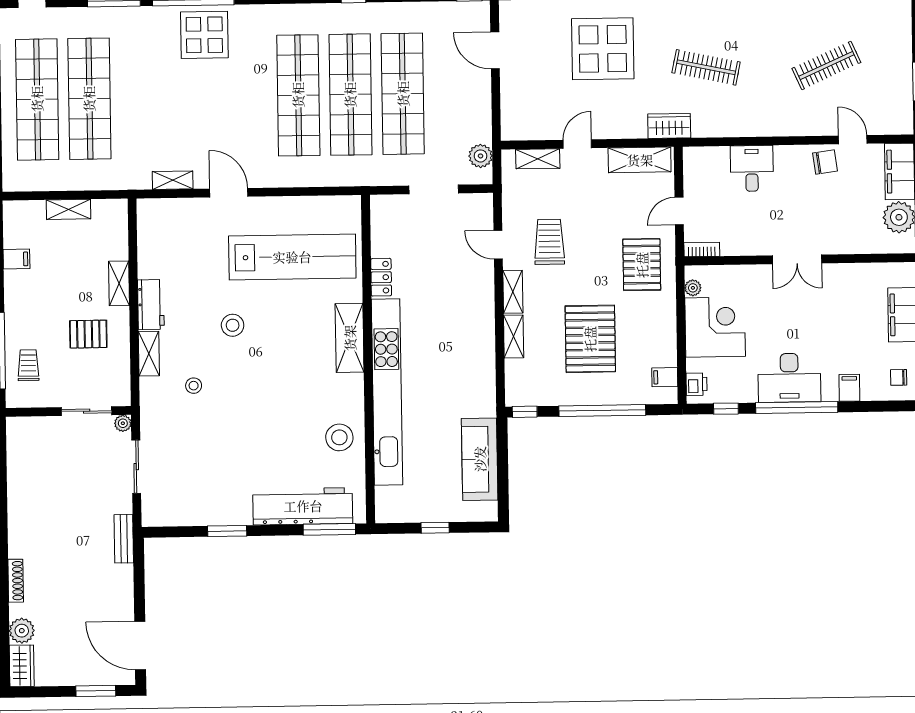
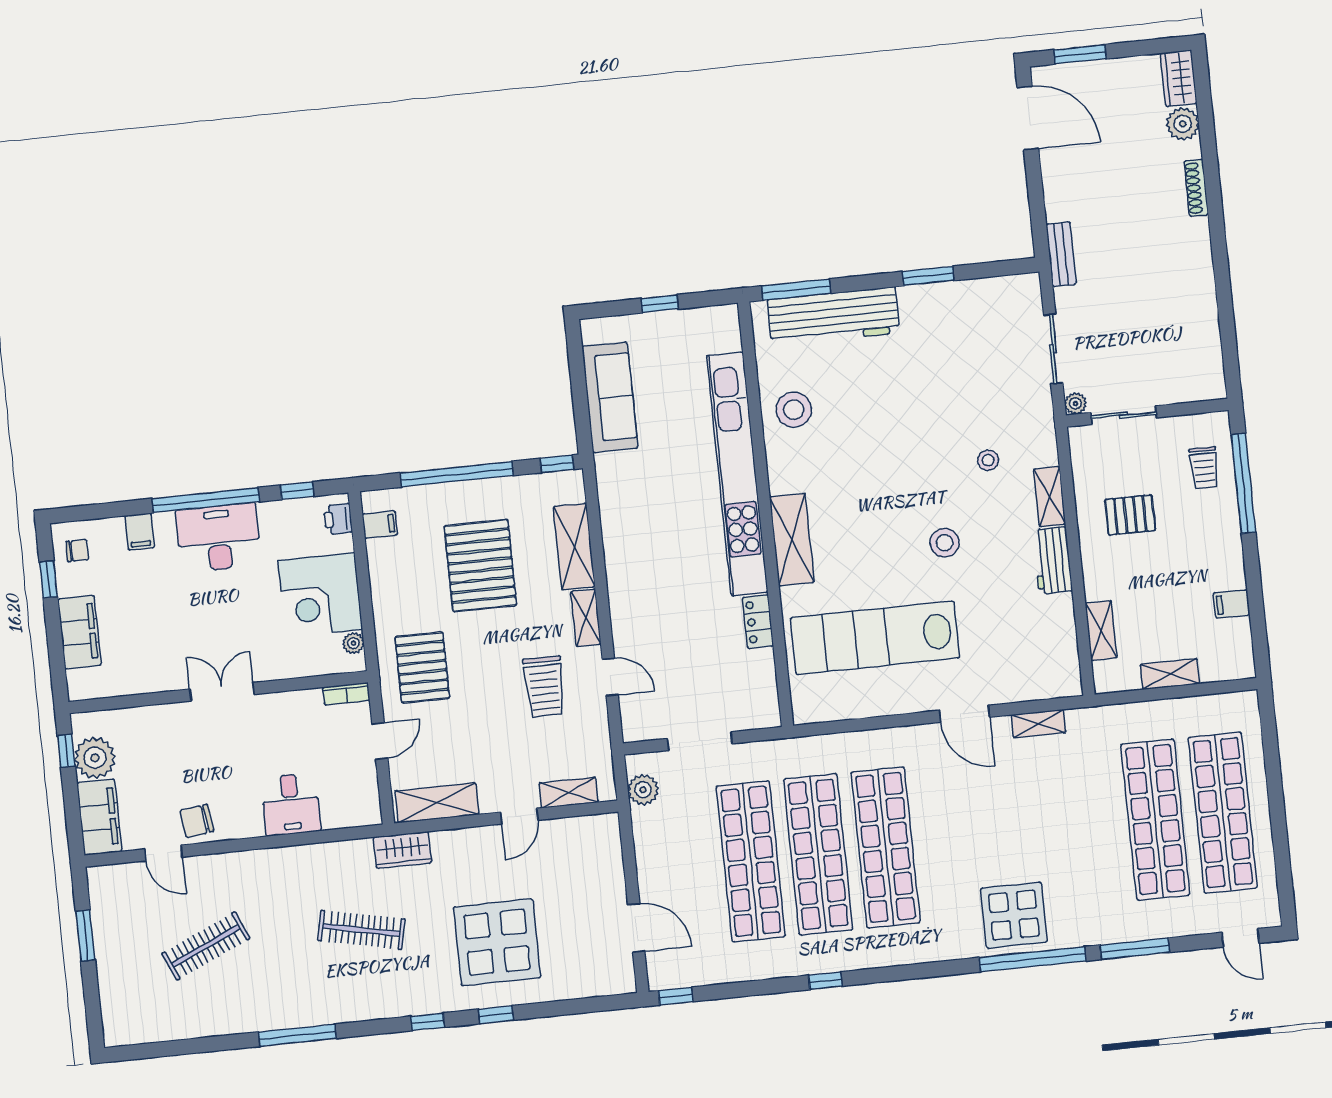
shelving: (119, 283) -> (1101, 630), moved
shelving: (514, 336) -> (574, 546), width x1.50, depth x1.33

